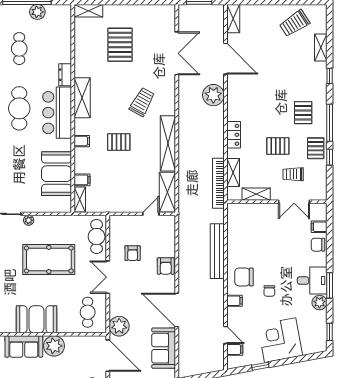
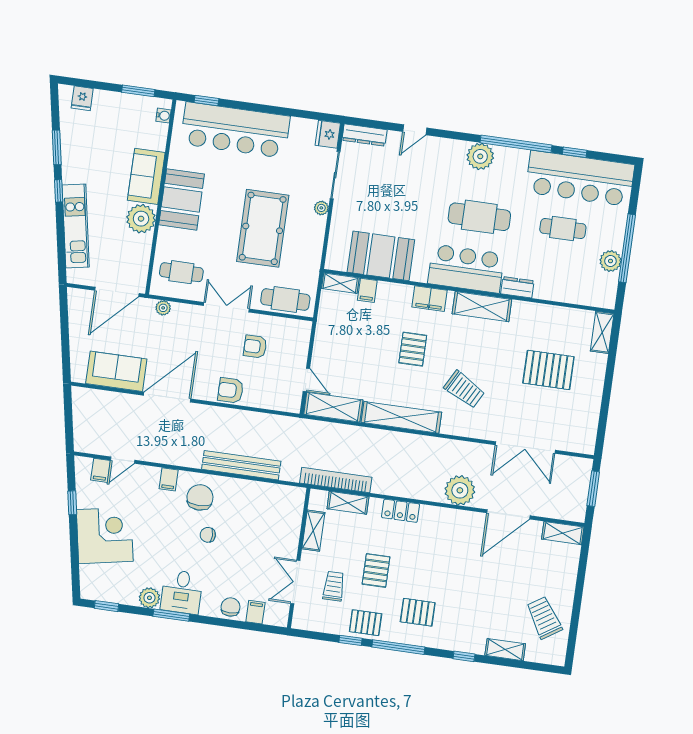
filing cabinet: (82, 141) -> (430, 299), width x2.00
chair: (269, 291) -> (208, 535), moved
plant: (119, 326) -> (163, 308), width x0.53, depth x0.53

